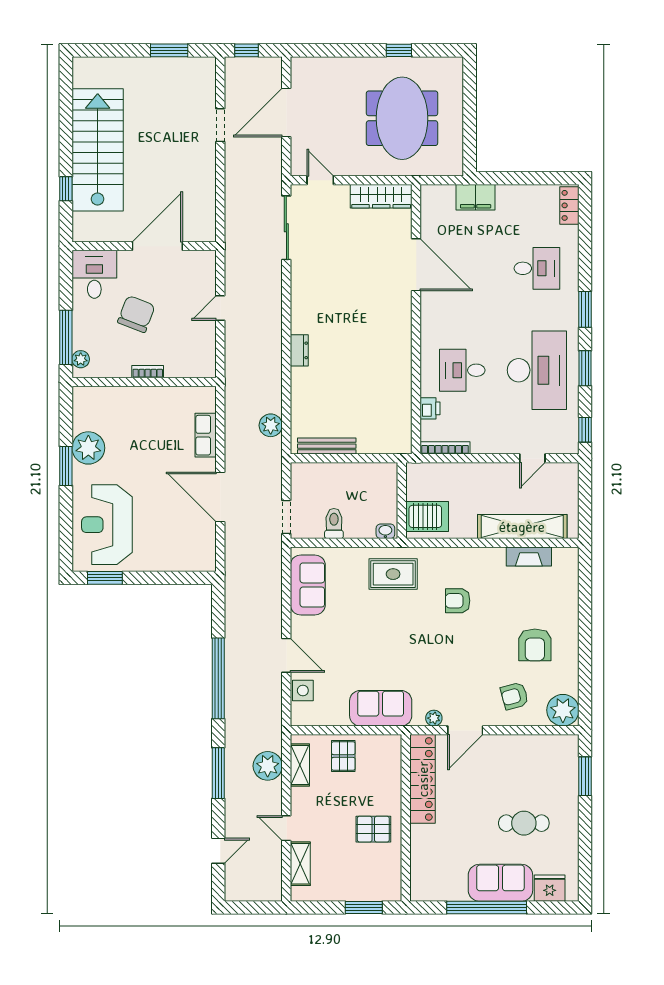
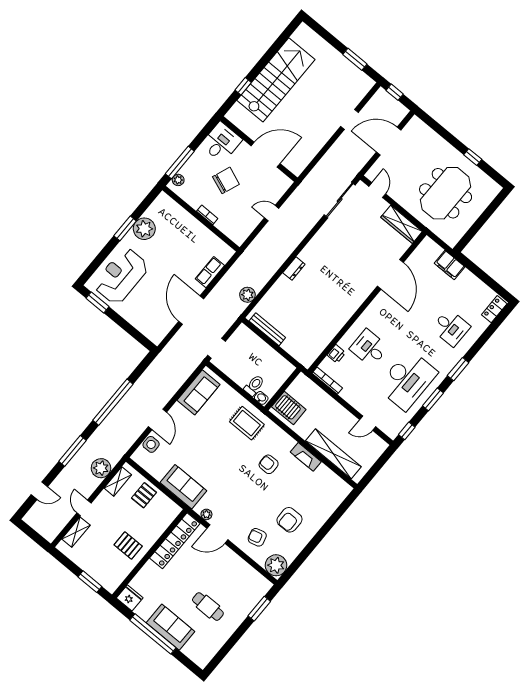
toilet: (334, 523) -> (254, 385), moved
fireplace: (529, 557) -> (306, 457), moved
fridge: (550, 888) -> (130, 598), moved

